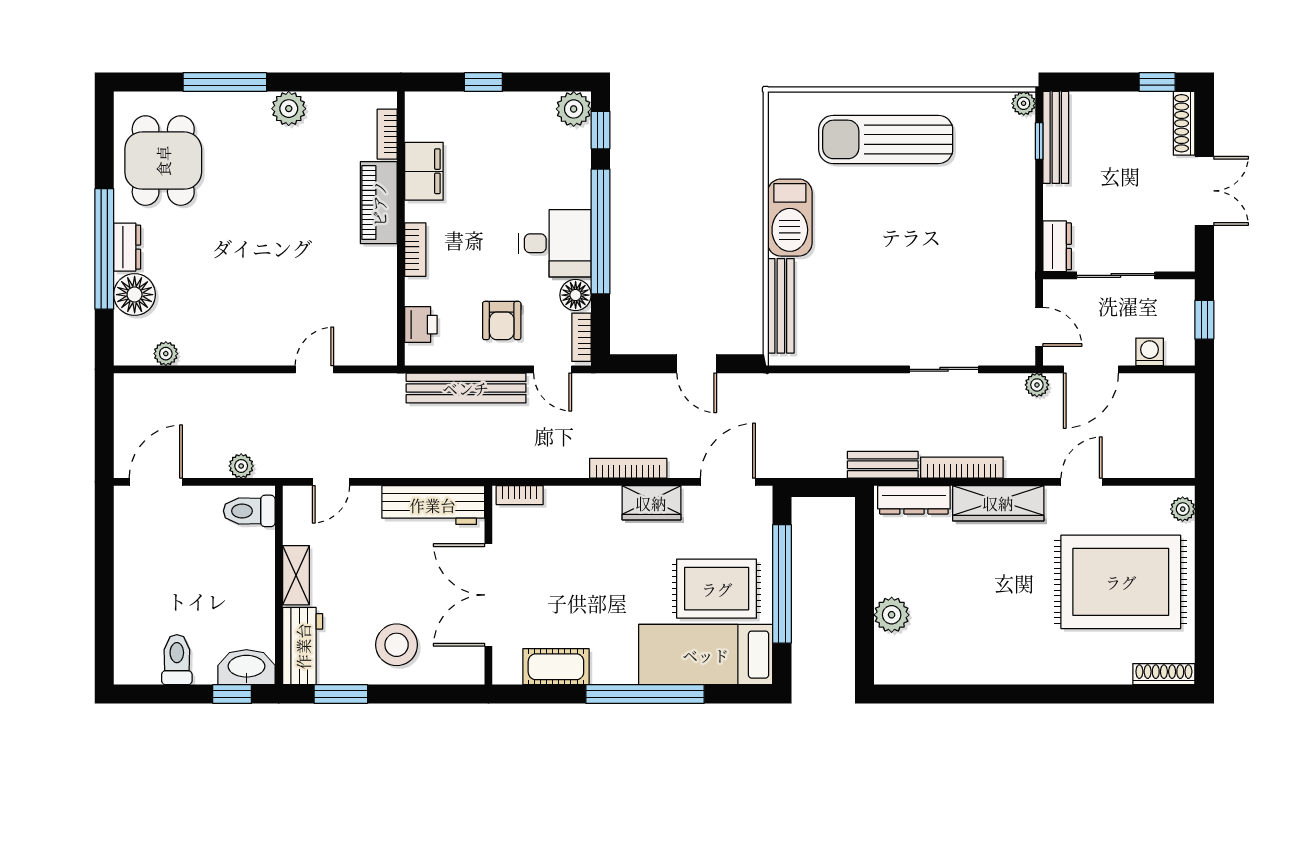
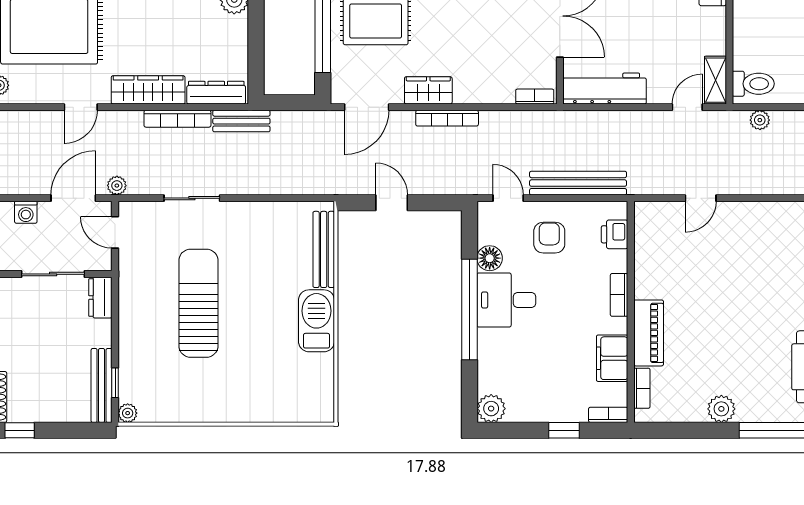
window: (601, 130) -> (469, 391), removed
sun lounger: (886, 139) -> (198, 303), moved, turned -90
bookcase: (581, 337) -> (608, 415), moved, turned -90
shelving: (296, 575) -> (715, 80), moved

